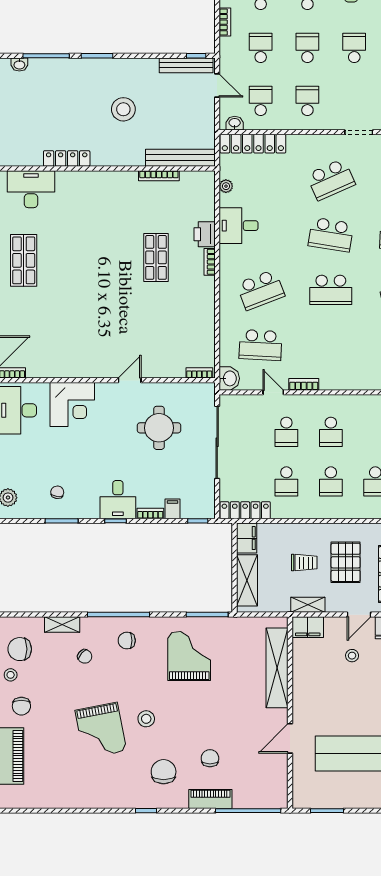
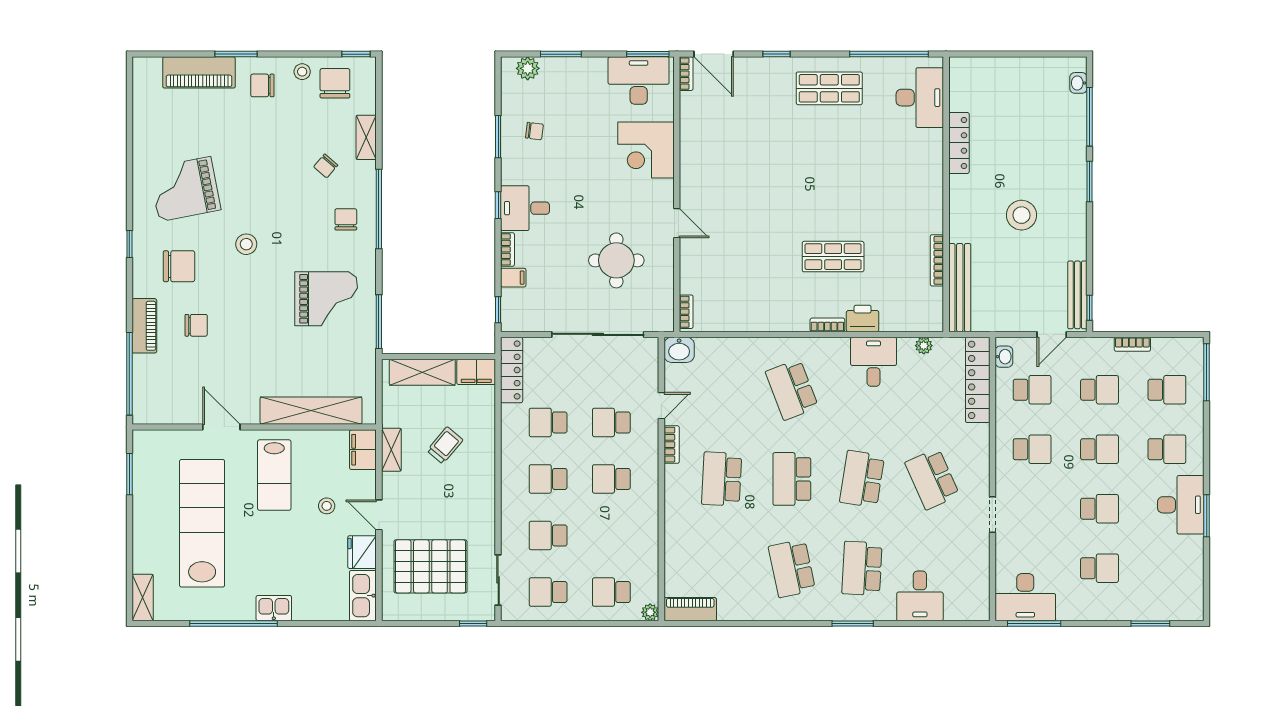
school desk: (261, 345) -> (722, 479), moved
pallet: (346, 562) -> (445, 498), removed
trolley: (304, 563) -> (445, 445), turned -140
lab bench: (328, 697) -> (274, 475), added
grand piano: (101, 731) -> (185, 189), moved

